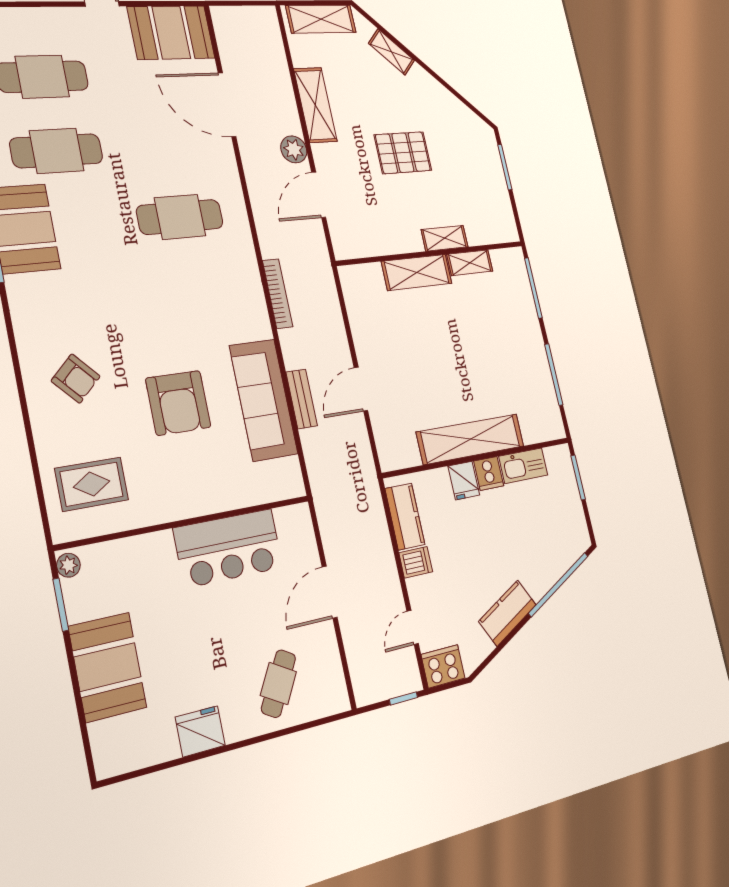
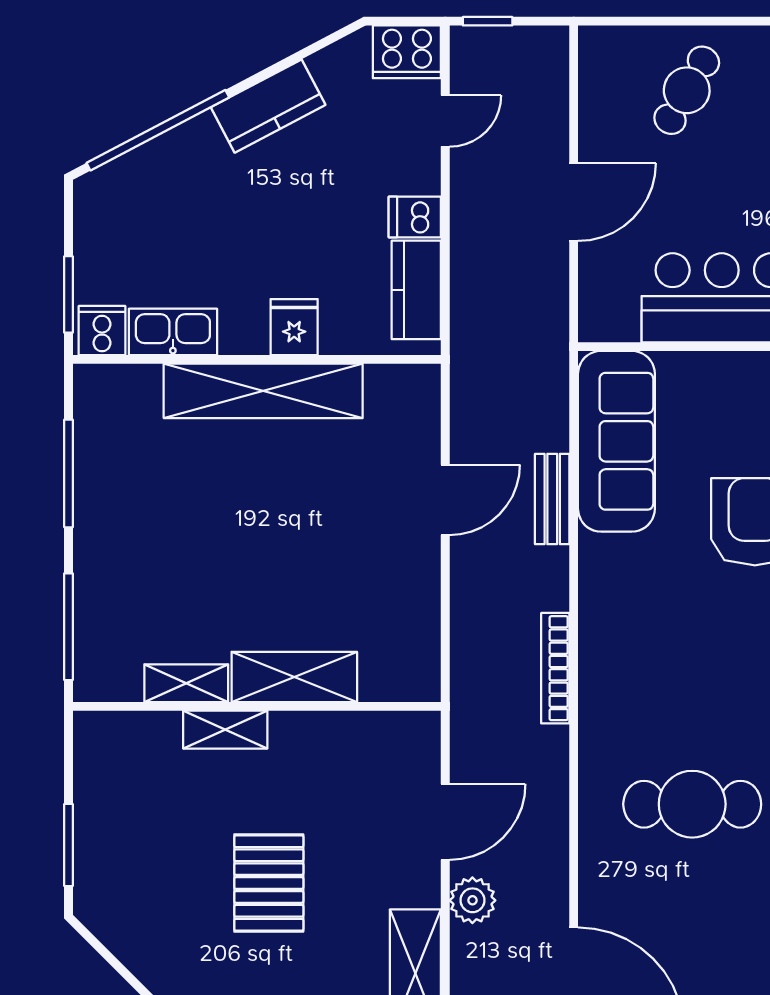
pallet: (403, 153) -> (269, 883), turned 90
sofa: (264, 400) -> (616, 441), moved
cooker: (489, 473) -> (102, 331), moved

